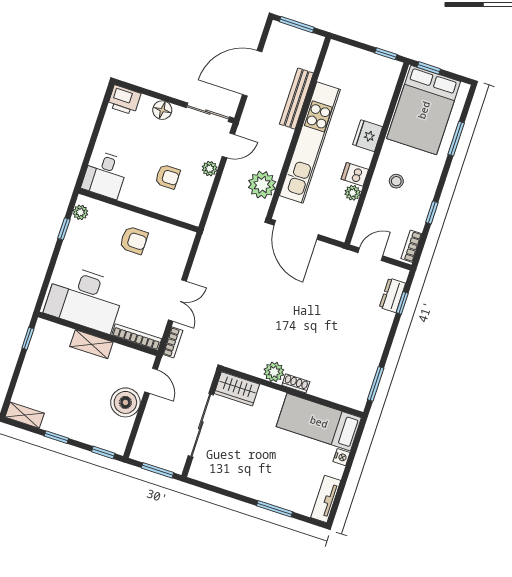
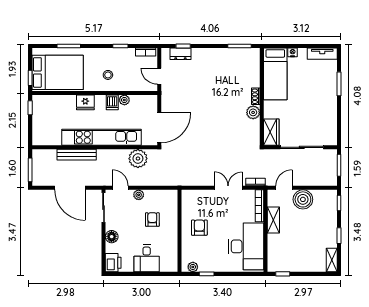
desk: (105, 175) -> (147, 258), moved, turned 90
shelving: (91, 344) -> (273, 220), moved

